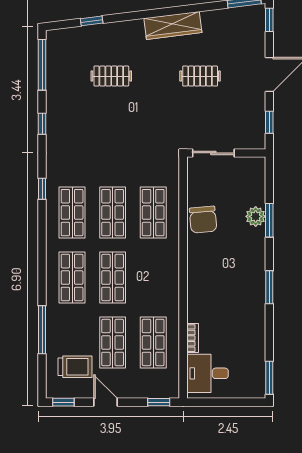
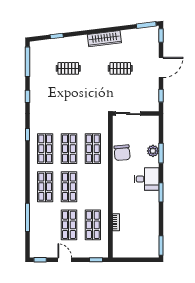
trolley: (75, 367) -> (47, 239), removed
desk: (207, 373) -> (147, 179), moved, turned 180

